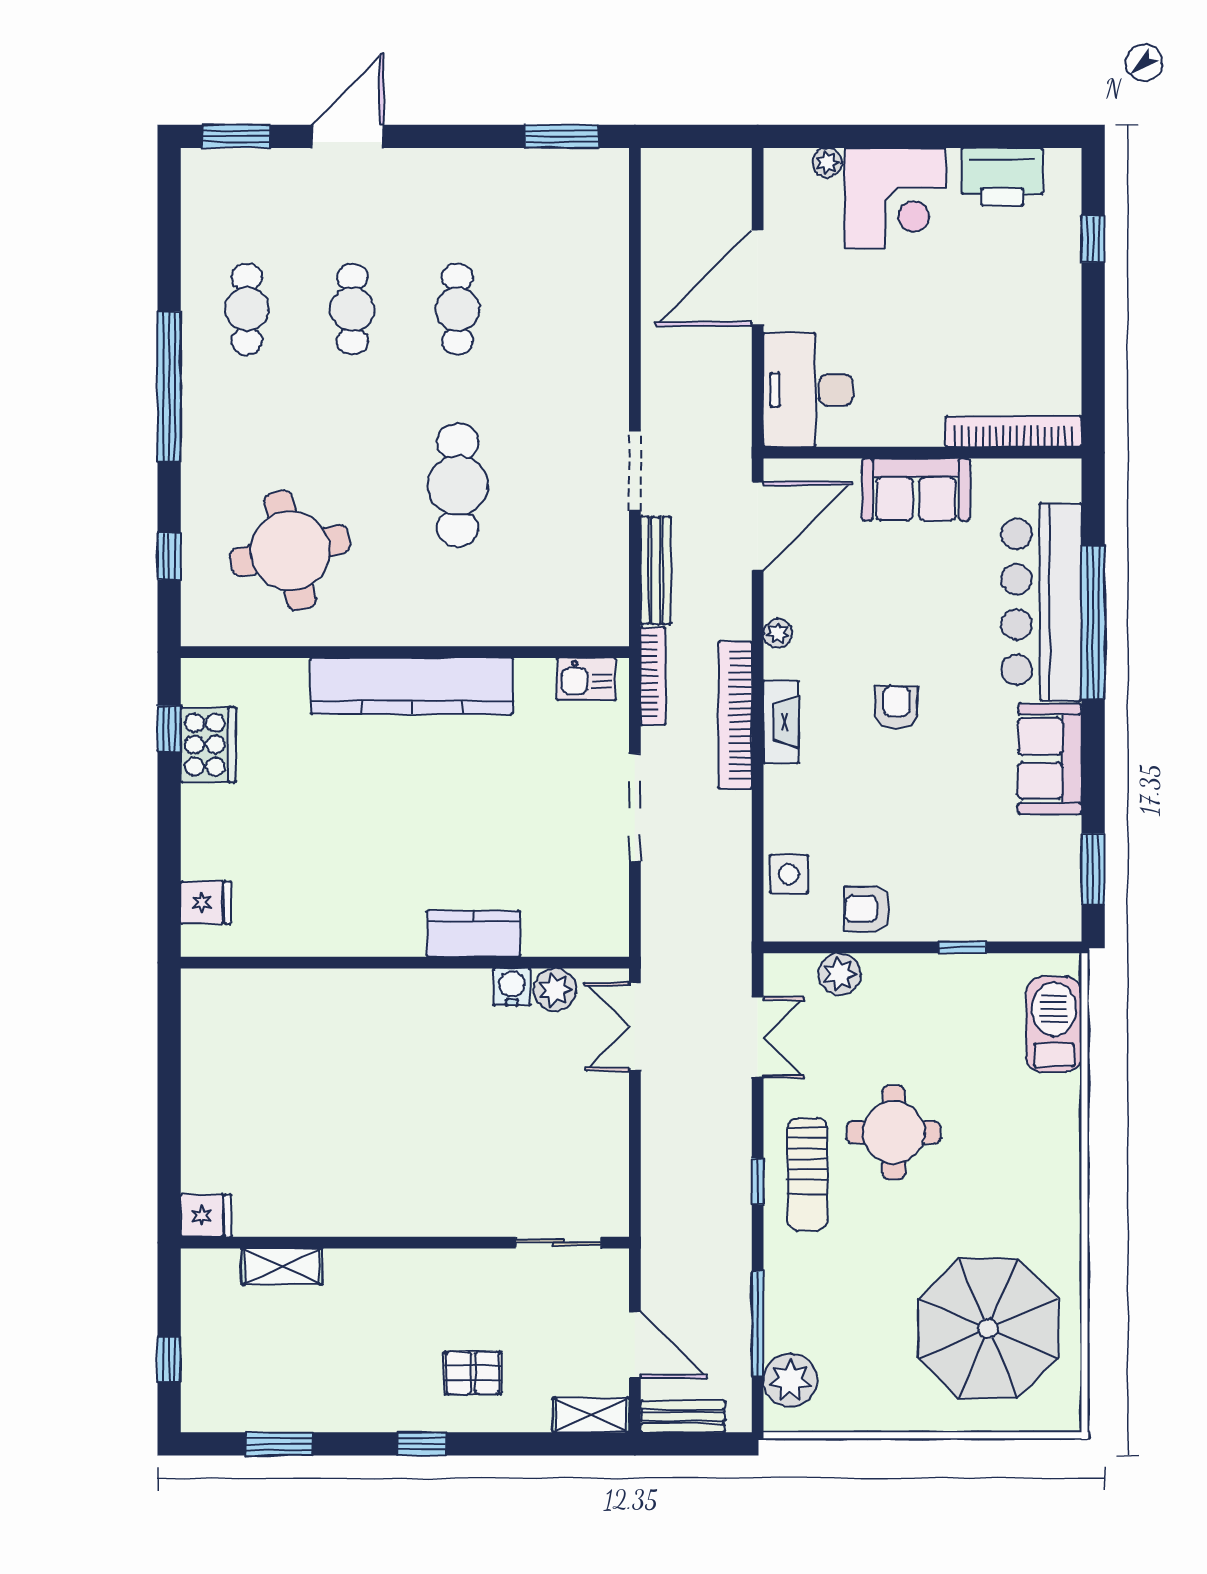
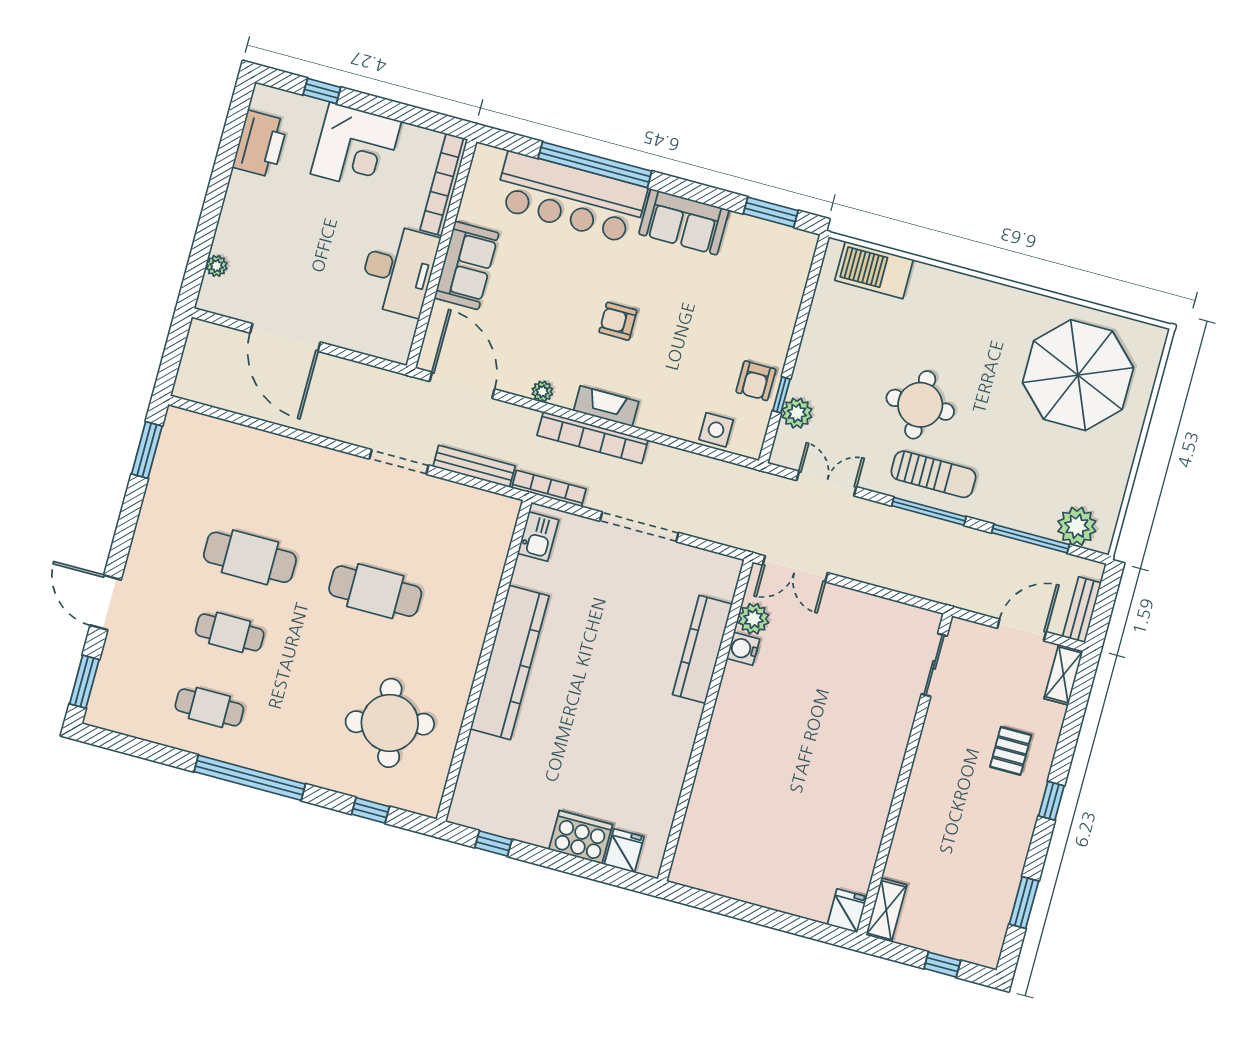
corner desk: (895, 198) -> (356, 148), moved, turned 90
cafe table: (458, 309) -> (250, 557), width x1.37, depth x1.35
desk: (808, 390) -> (399, 270), moved, turned -90
cooker: (208, 745) -> (581, 837), moved
kitchen counter: (474, 934) -> (702, 649), width x1.50
window: (962, 947) -> (781, 395), moved
window: (758, 1181) -> (929, 511), width x2.17
shelving: (282, 1266) -> (886, 910), moved

